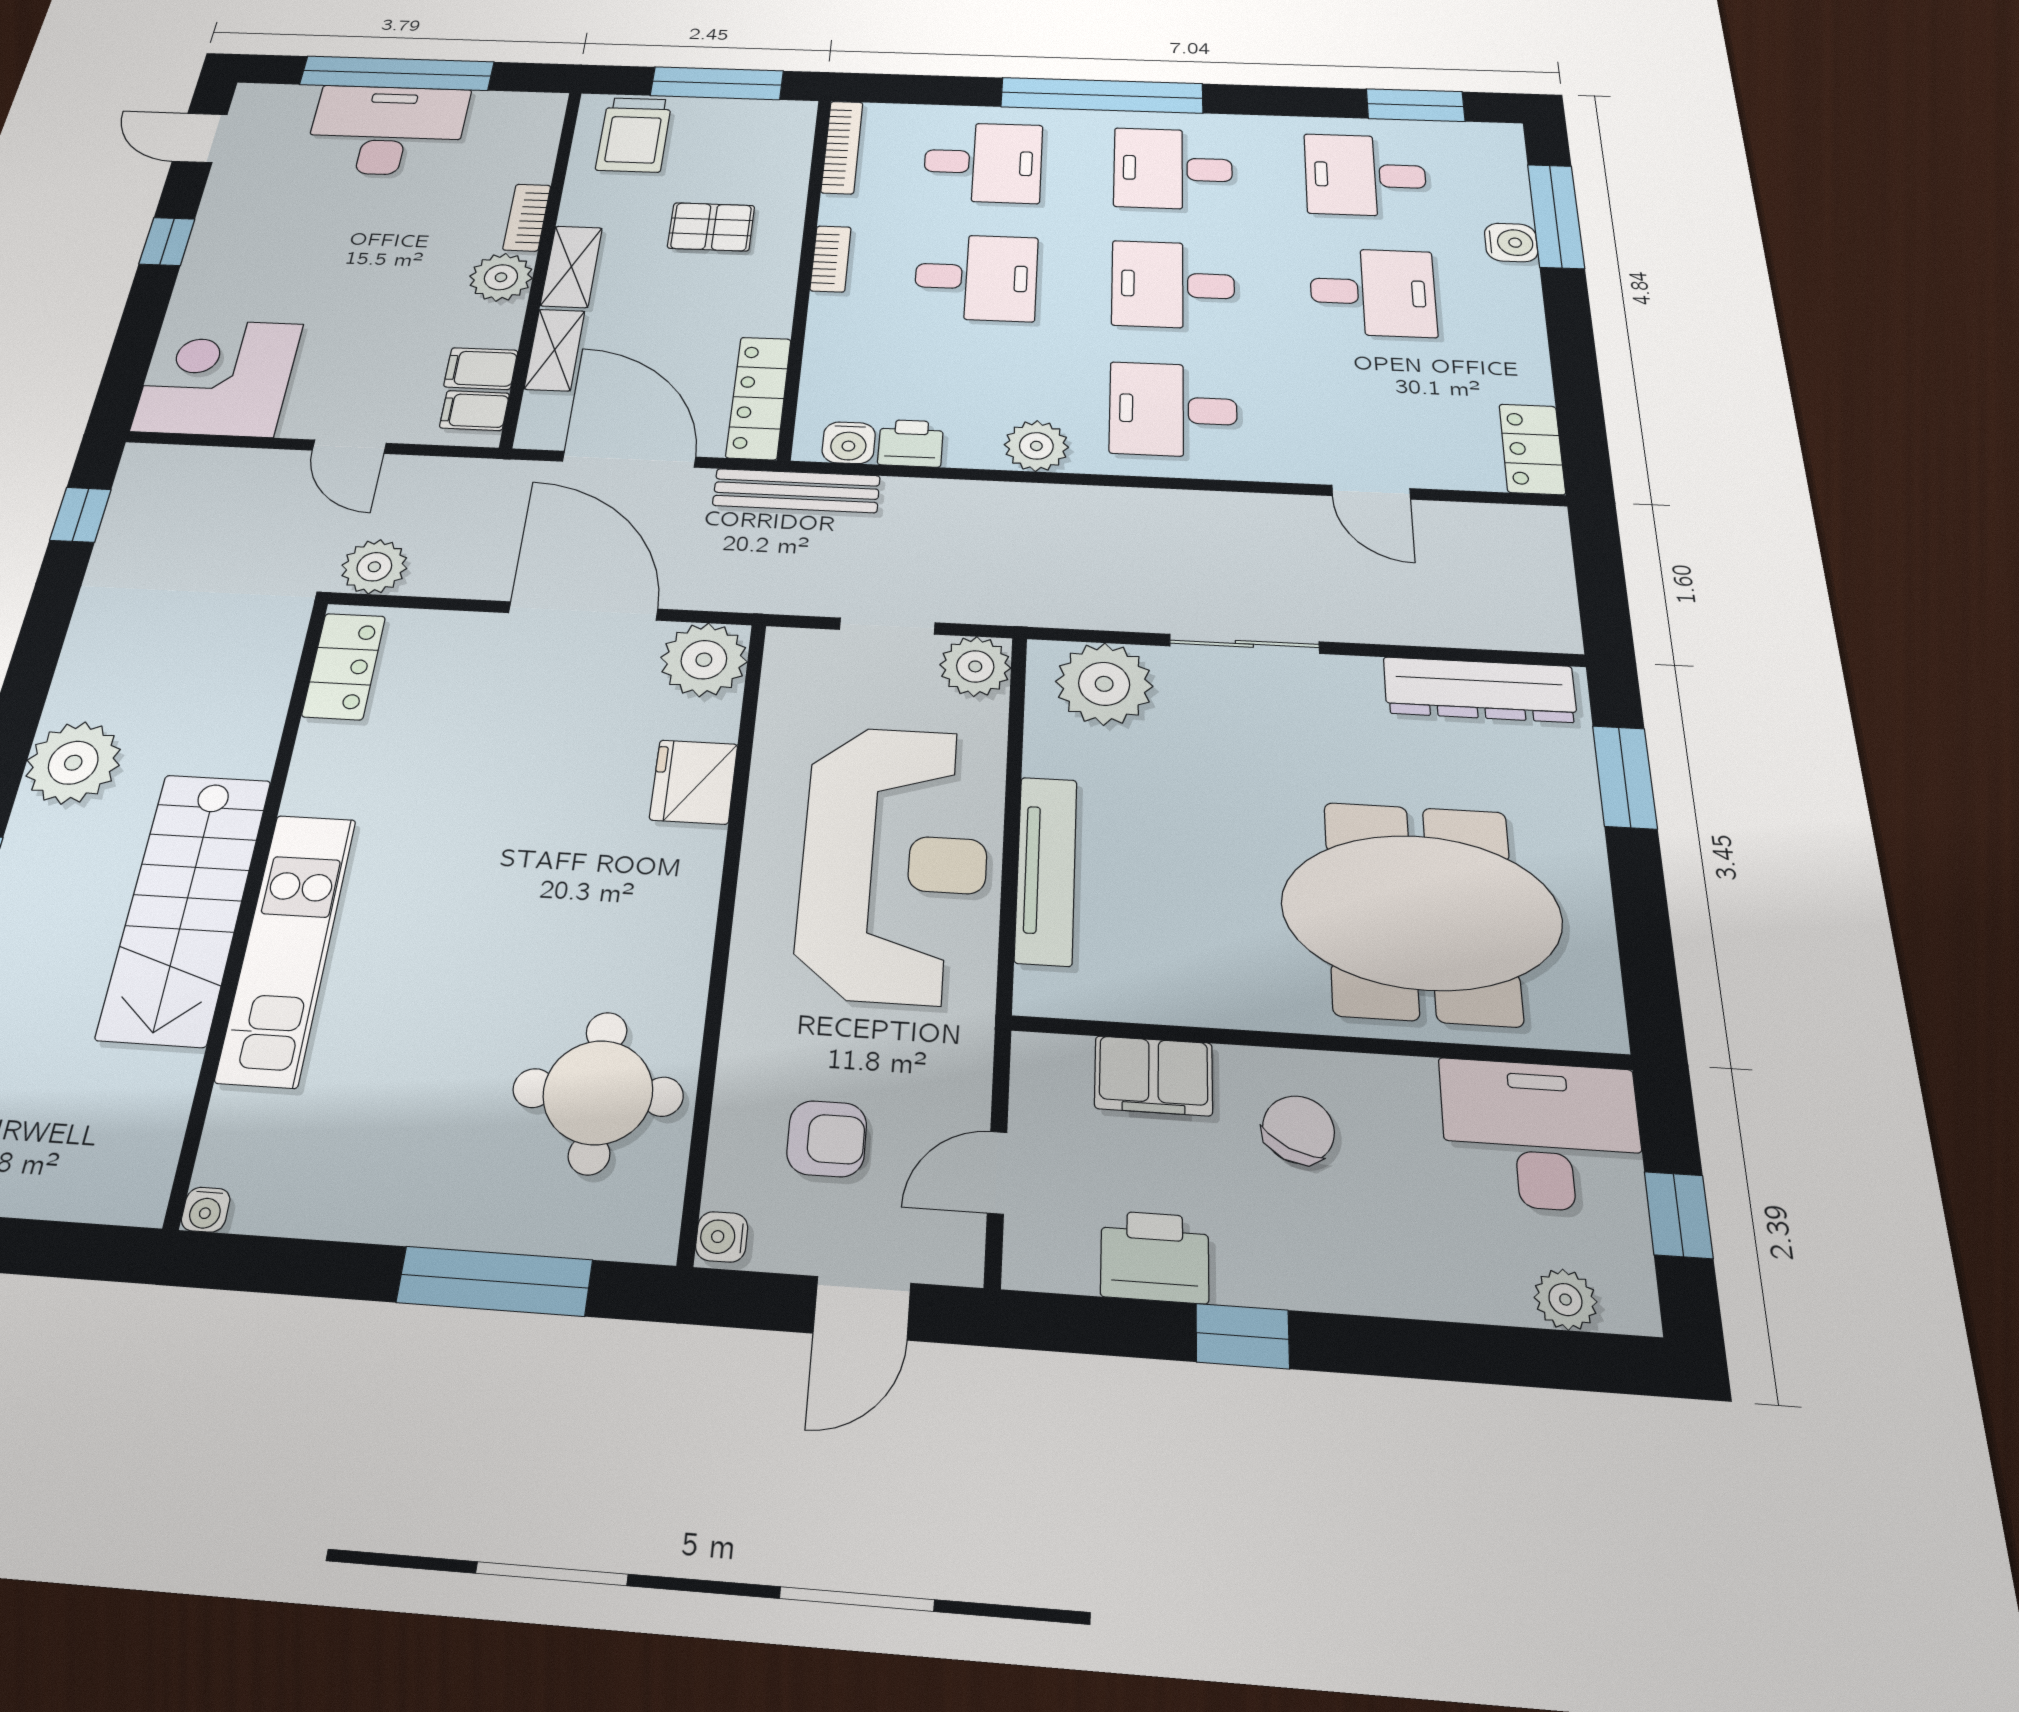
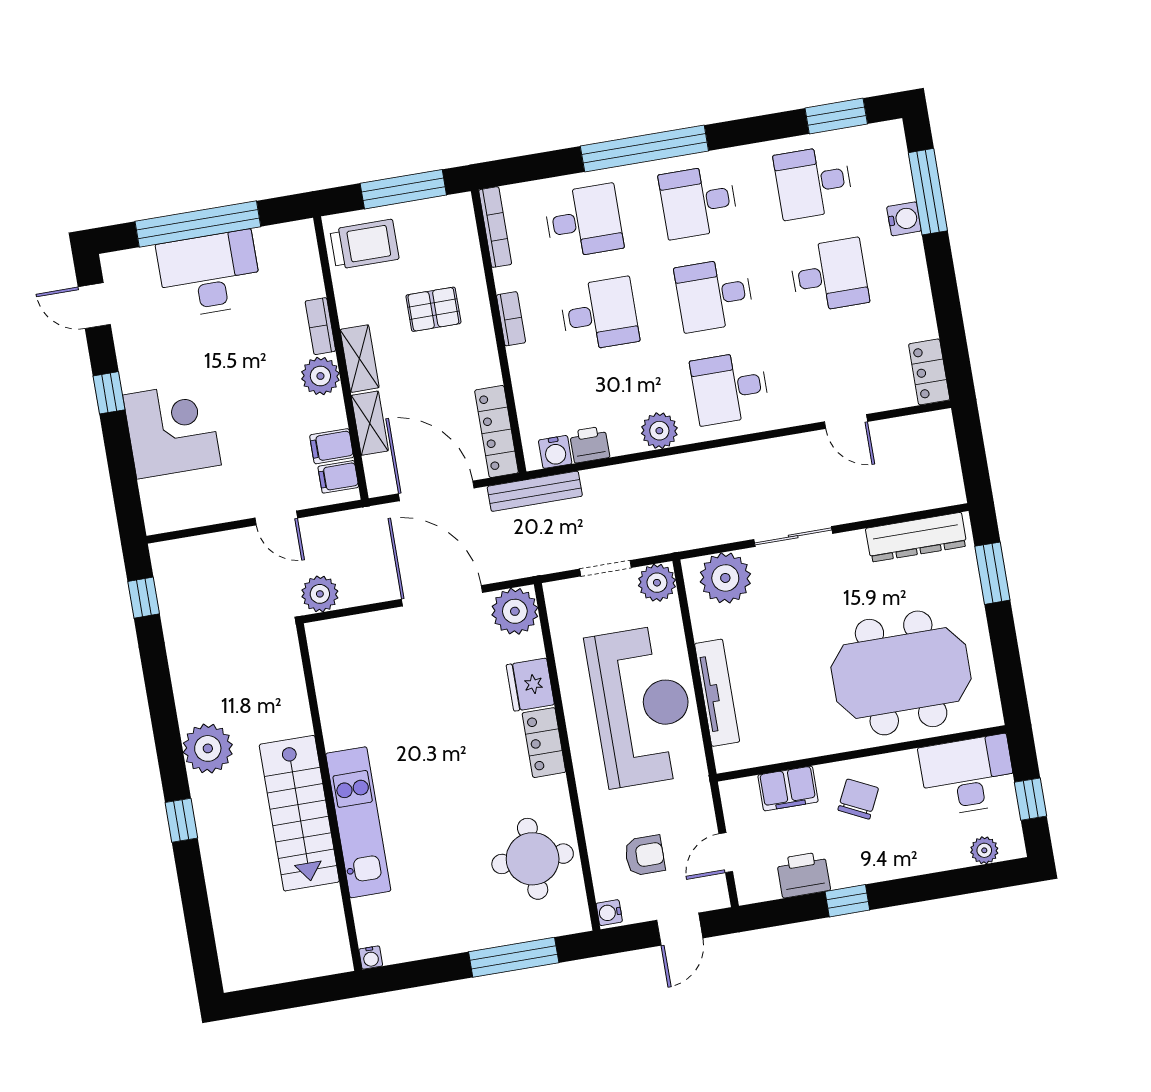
trolley: (634, 135) -> (364, 244), turned -90
corner desk: (218, 377) -> (172, 430), moved, turned 90
locker: (344, 666) -> (544, 743), moved, turned 180

